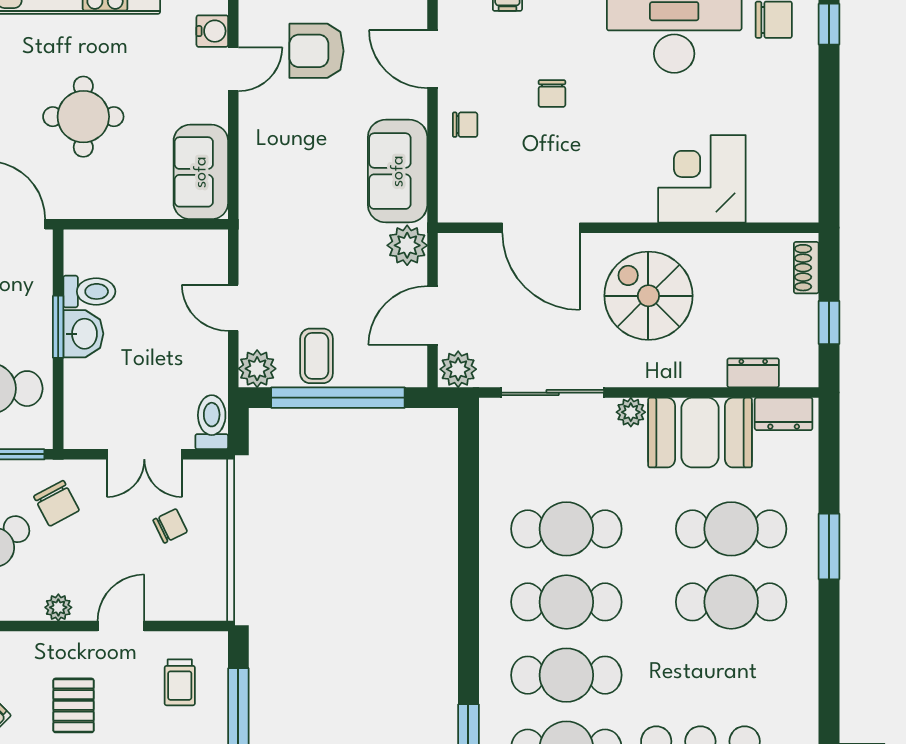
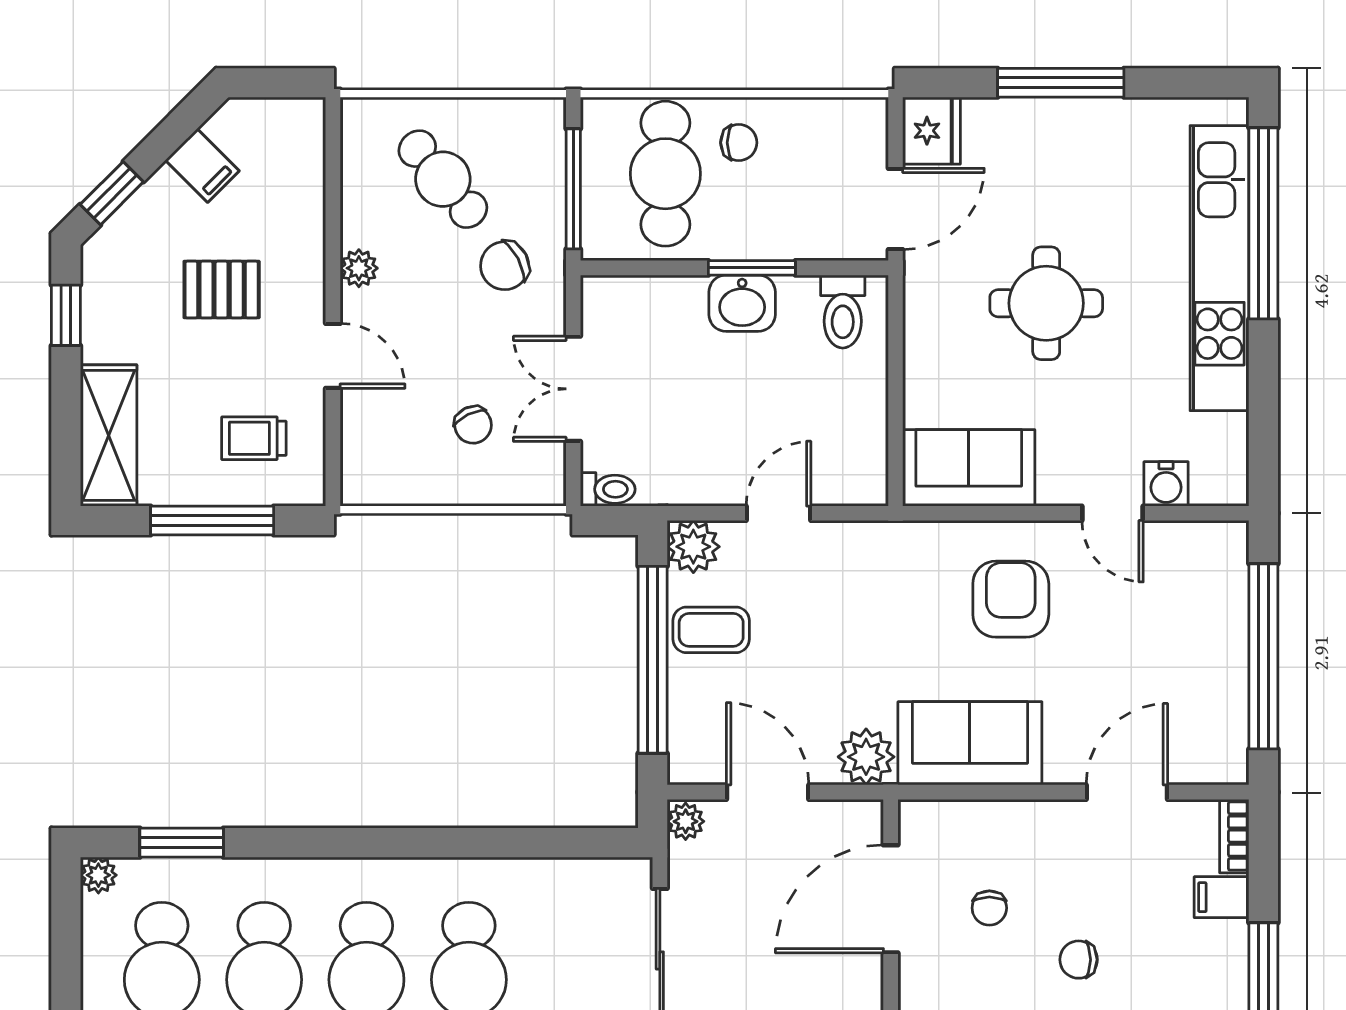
armchair: (316, 51) -> (1011, 599), moved
chair: (465, 125) -> (989, 908), moved
door: (541, 228) -> (891, 899), moved
toilet: (89, 291) -> (843, 312), moved
plant: (458, 369) -> (686, 821), width x0.73, depth x0.73
toilet: (212, 422) -> (608, 489), width x0.73, depth x0.72

